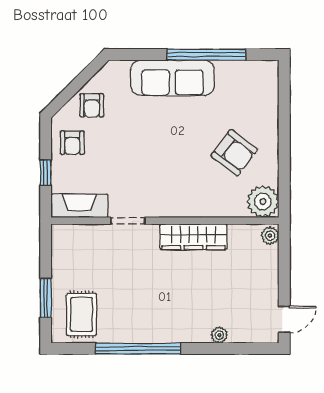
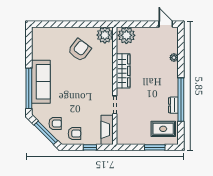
window: (206, 55) -> (29, 88), moved
window: (74, 87) -> (46, 133), added
plant: (270, 236) -> (126, 35), width x1.88, depth x1.88
dresser: (127, 334) -> (173, 105), added

